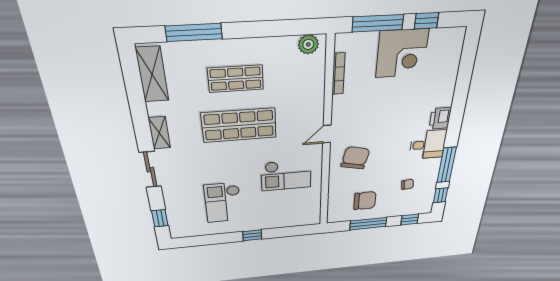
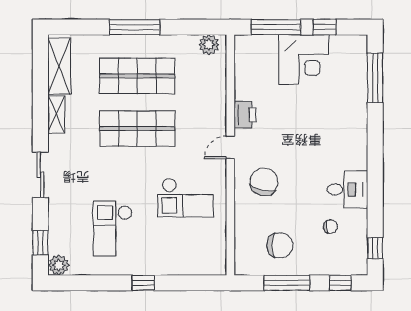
window: (194, 32) -> (135, 27), moved
bookcase: (338, 74) -> (240, 77), removed
shop shelf: (236, 79) -> (137, 76), width x1.43, depth x1.36
printer: (440, 118) -> (245, 115), moved, turned 180
shelving: (159, 133) -> (56, 115), moved
desk: (428, 145) -> (347, 189), moved
window: (447, 165) -> (375, 78), moved
plant: (179, 231) -> (59, 265), added

